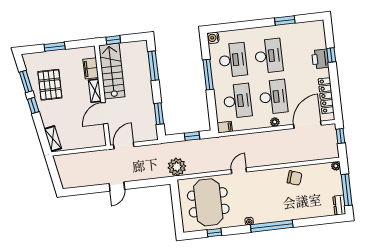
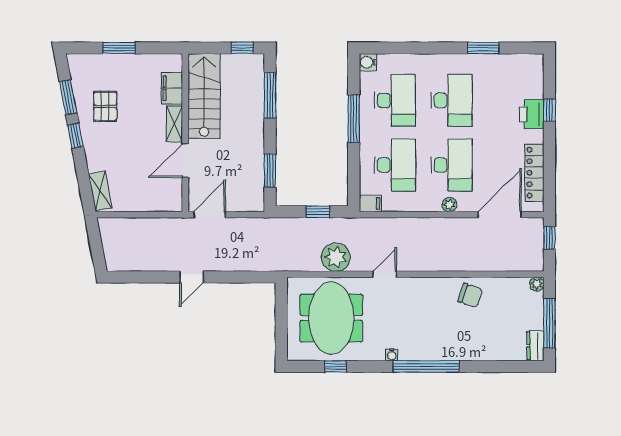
window: (113, 40) -> (242, 48), moved
pallet: (50, 85) -> (105, 106), width x0.67, depth x0.71
plant: (177, 167) -> (336, 257), moved

